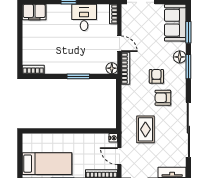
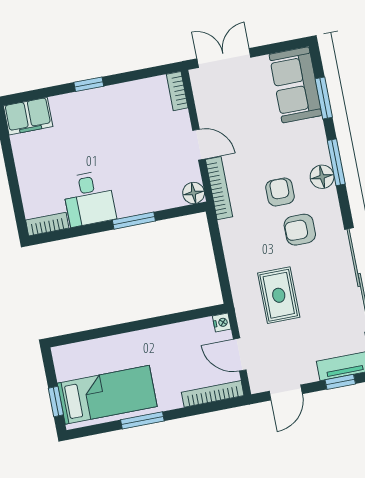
desk: (84, 17) -> (89, 199), moved, turned 180
floor lamp: (180, 57) -> (322, 177), moved
window: (20, 162) -> (56, 402), added

